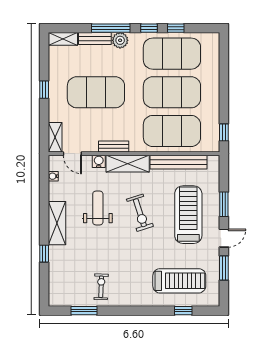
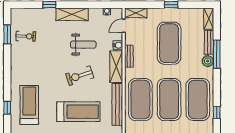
window: (149, 28) -> (217, 83), removed
window: (176, 28) -> (217, 113), moved
treadmill: (179, 281) -> (29, 105), turned 180
exercise bike: (101, 287) -> (26, 36), moved

